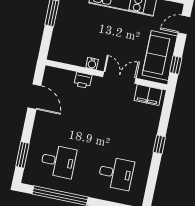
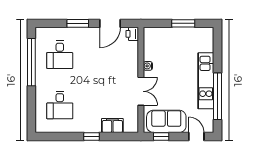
printer: (83, 80) -> (132, 34), moved
filing cabinet: (148, 95) -> (112, 126), moved, turned 90
window: (22, 155) -> (78, 23), moved

